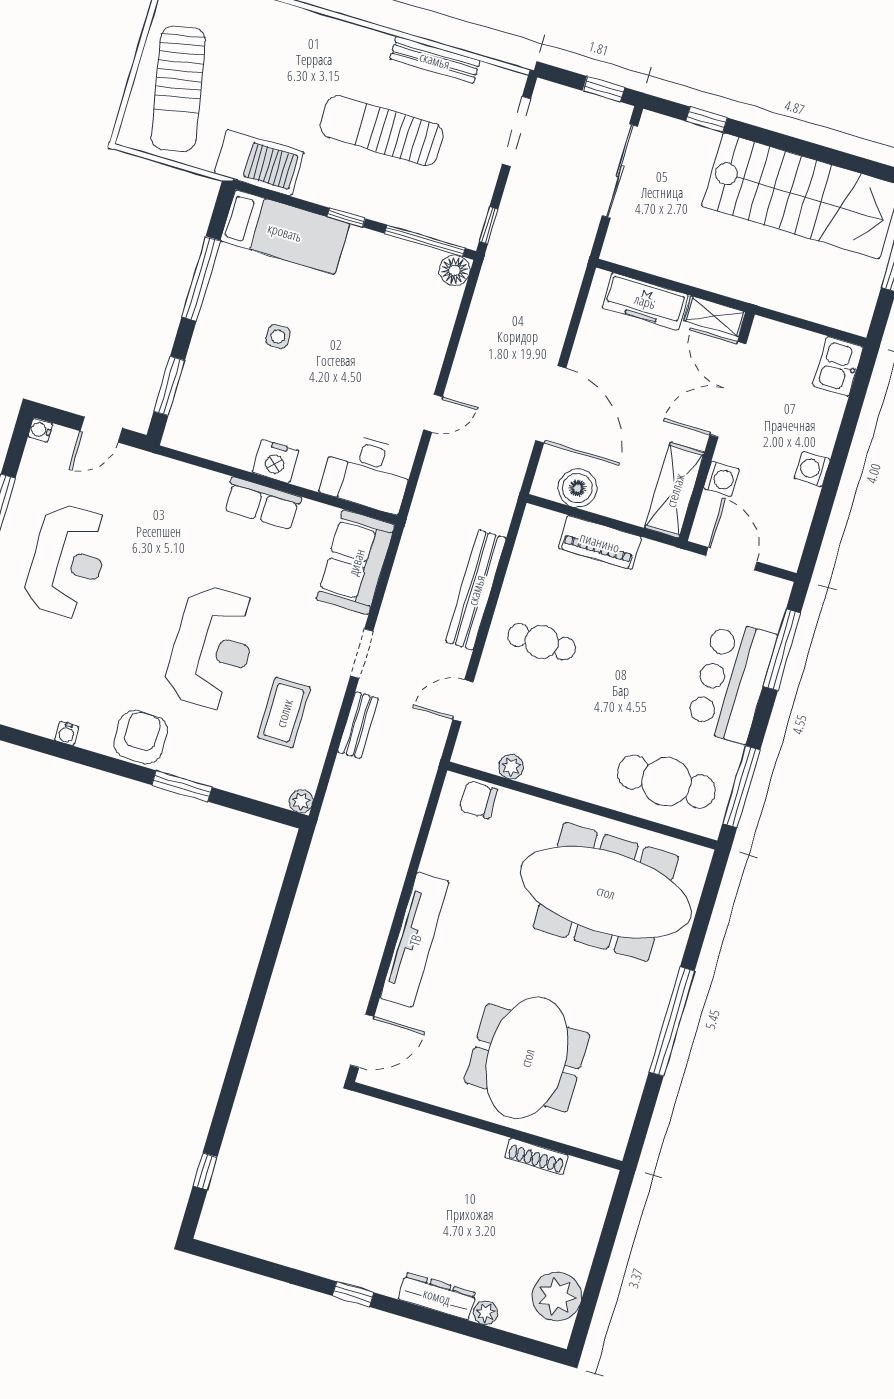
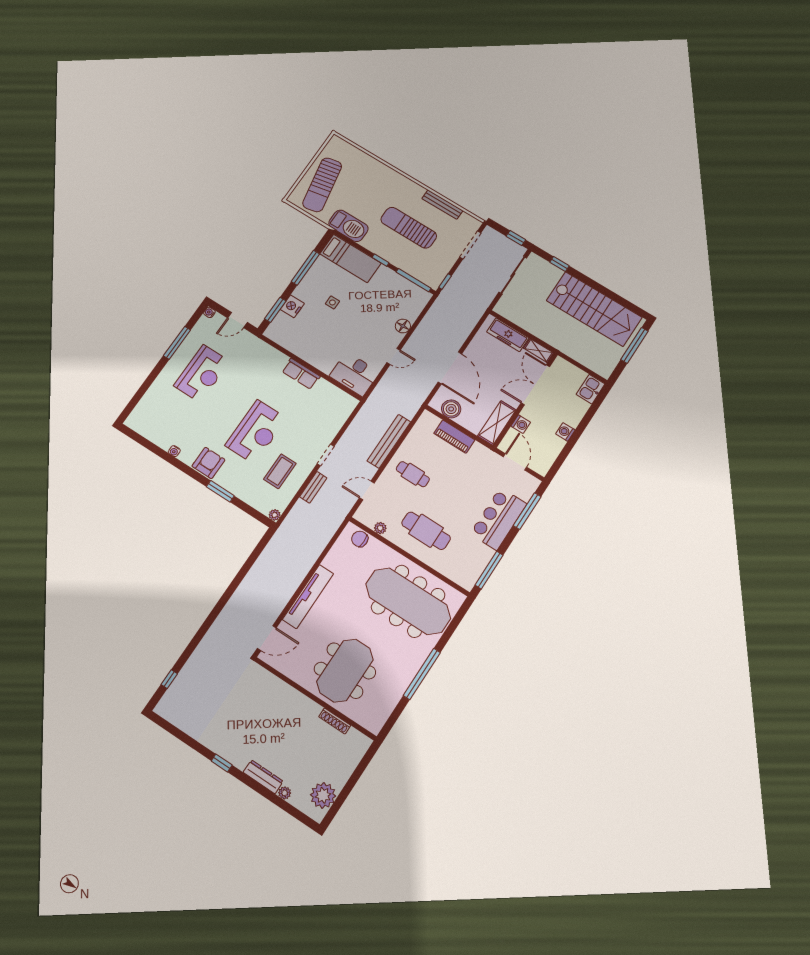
floor lamp: (455, 270) -> (403, 326), moved
nightstand: (275, 461) -> (292, 306), moved, turned 90
sofa: (356, 562) -> (336, 413), removed
cafe table: (666, 782) -> (426, 531), moved

